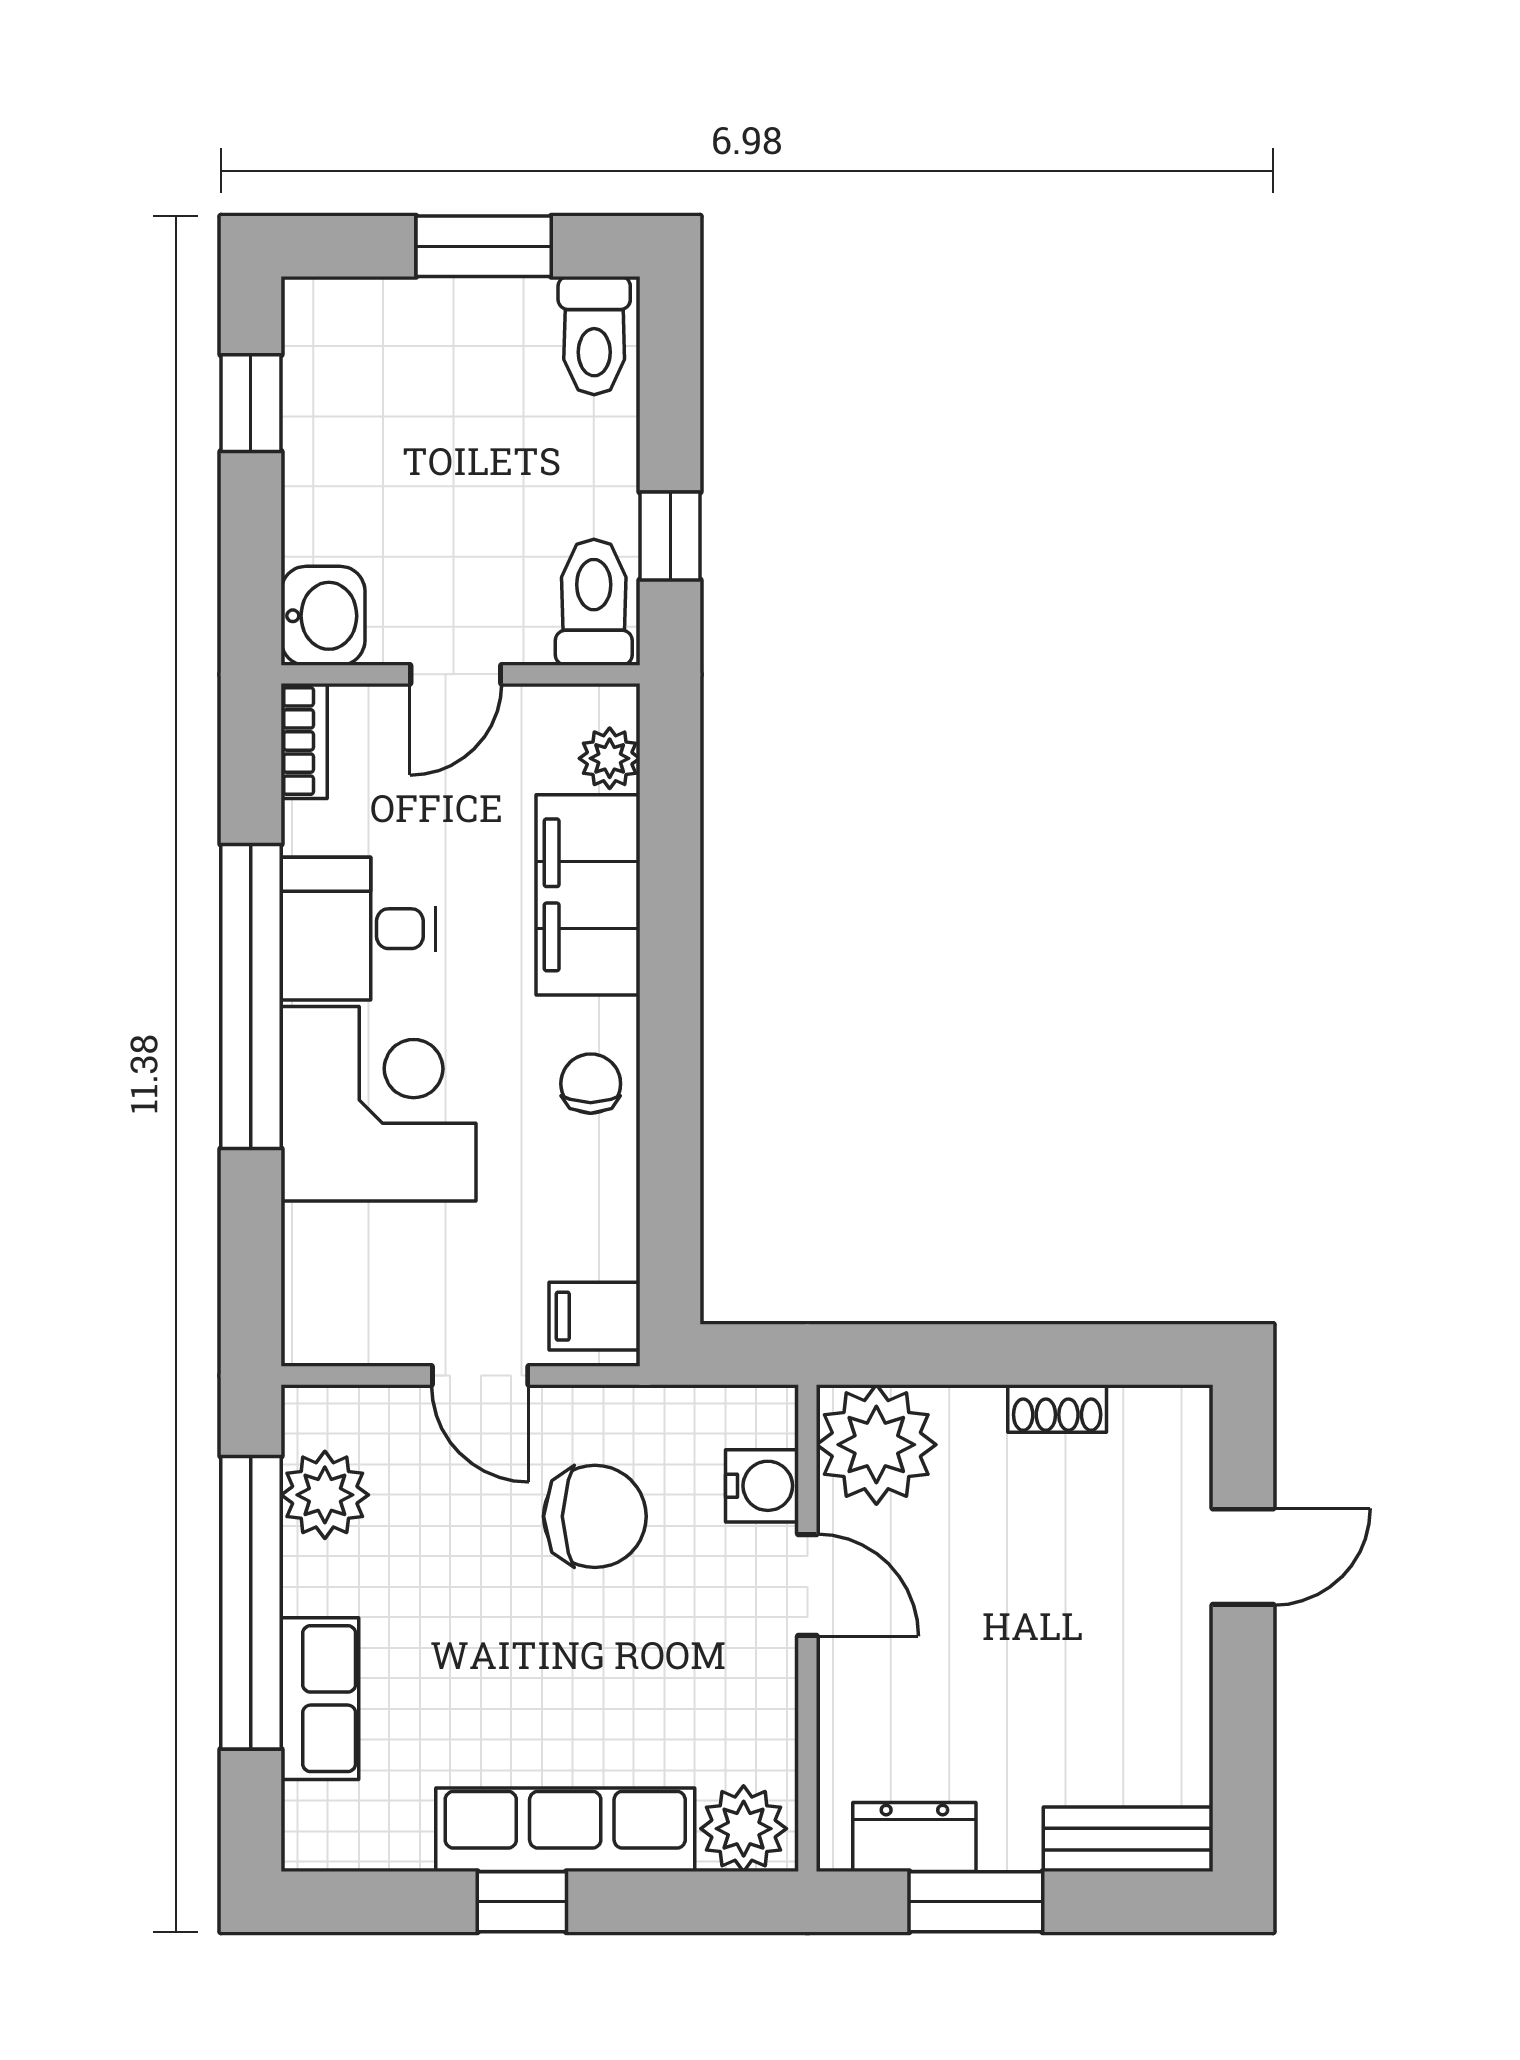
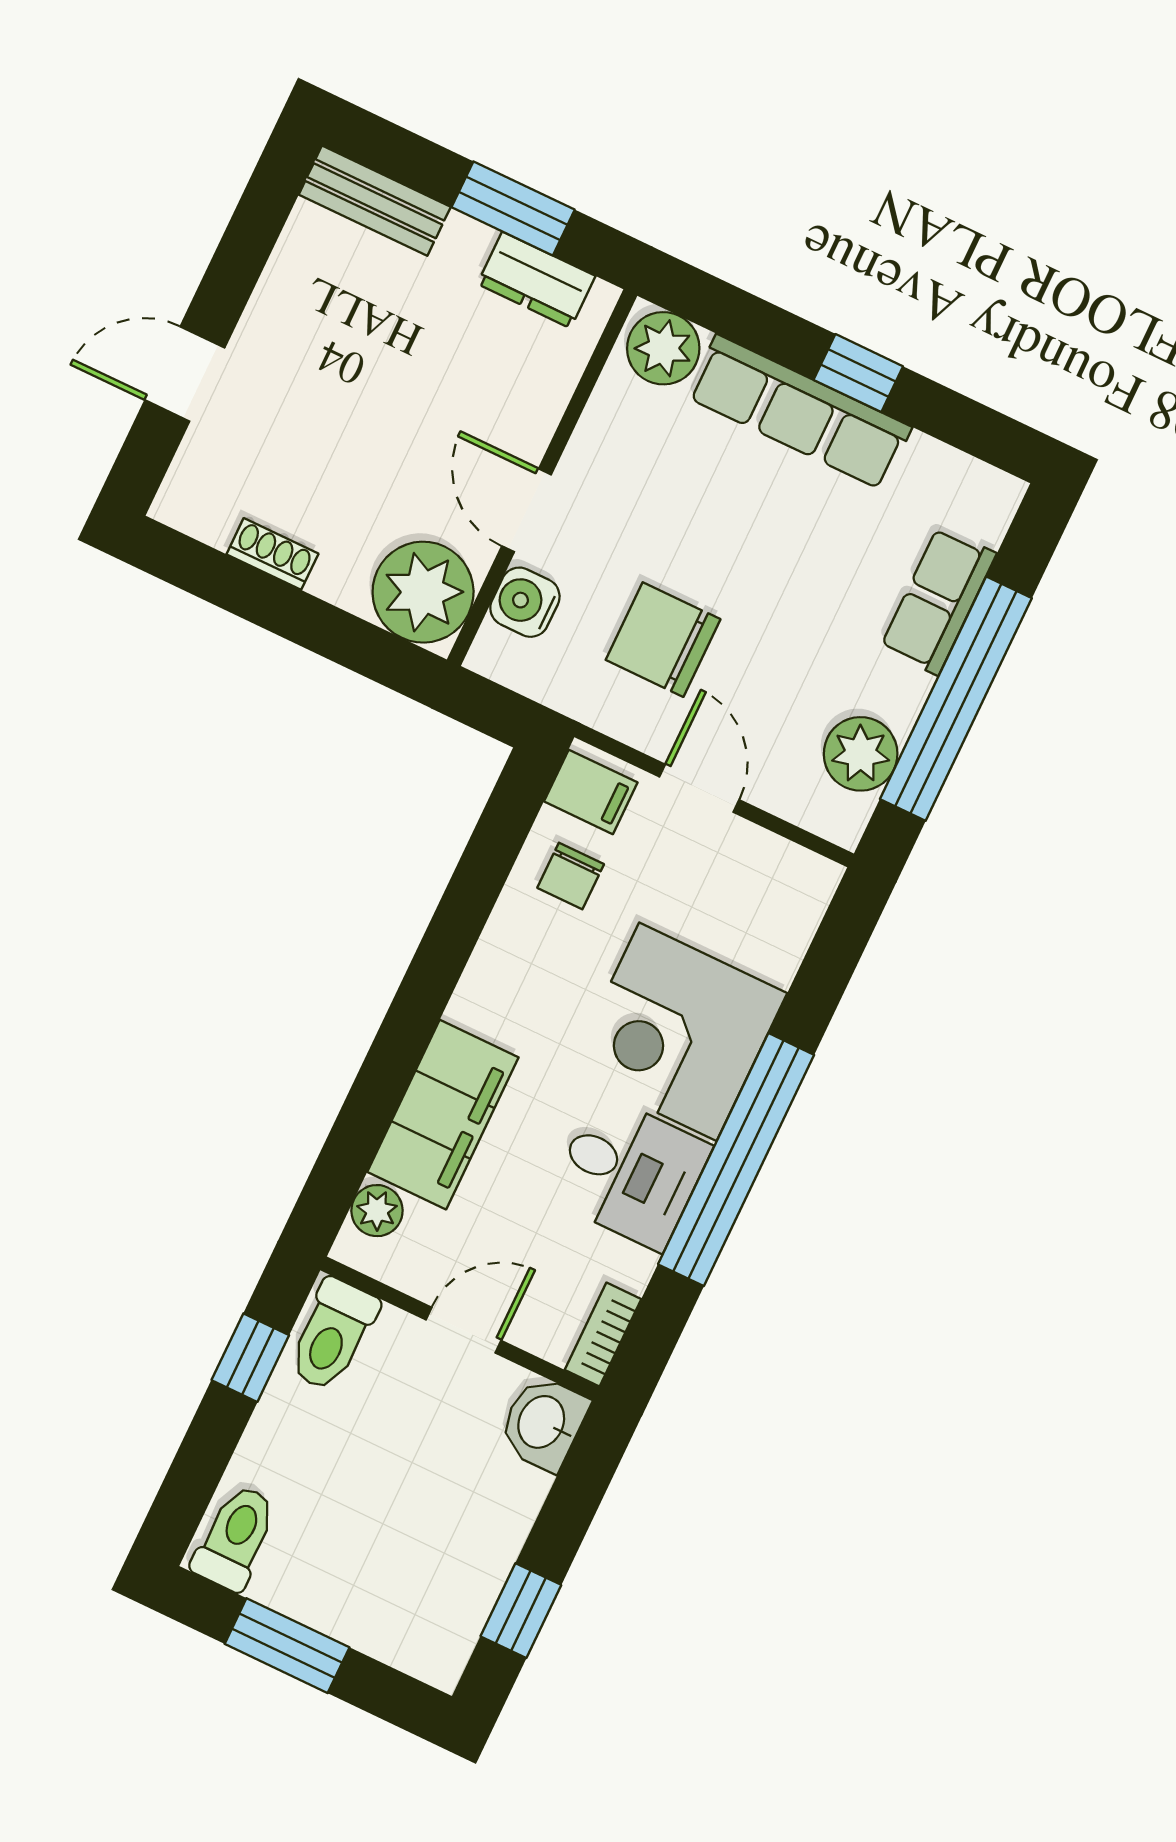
chair: (591, 1084) -> (571, 876), moved

